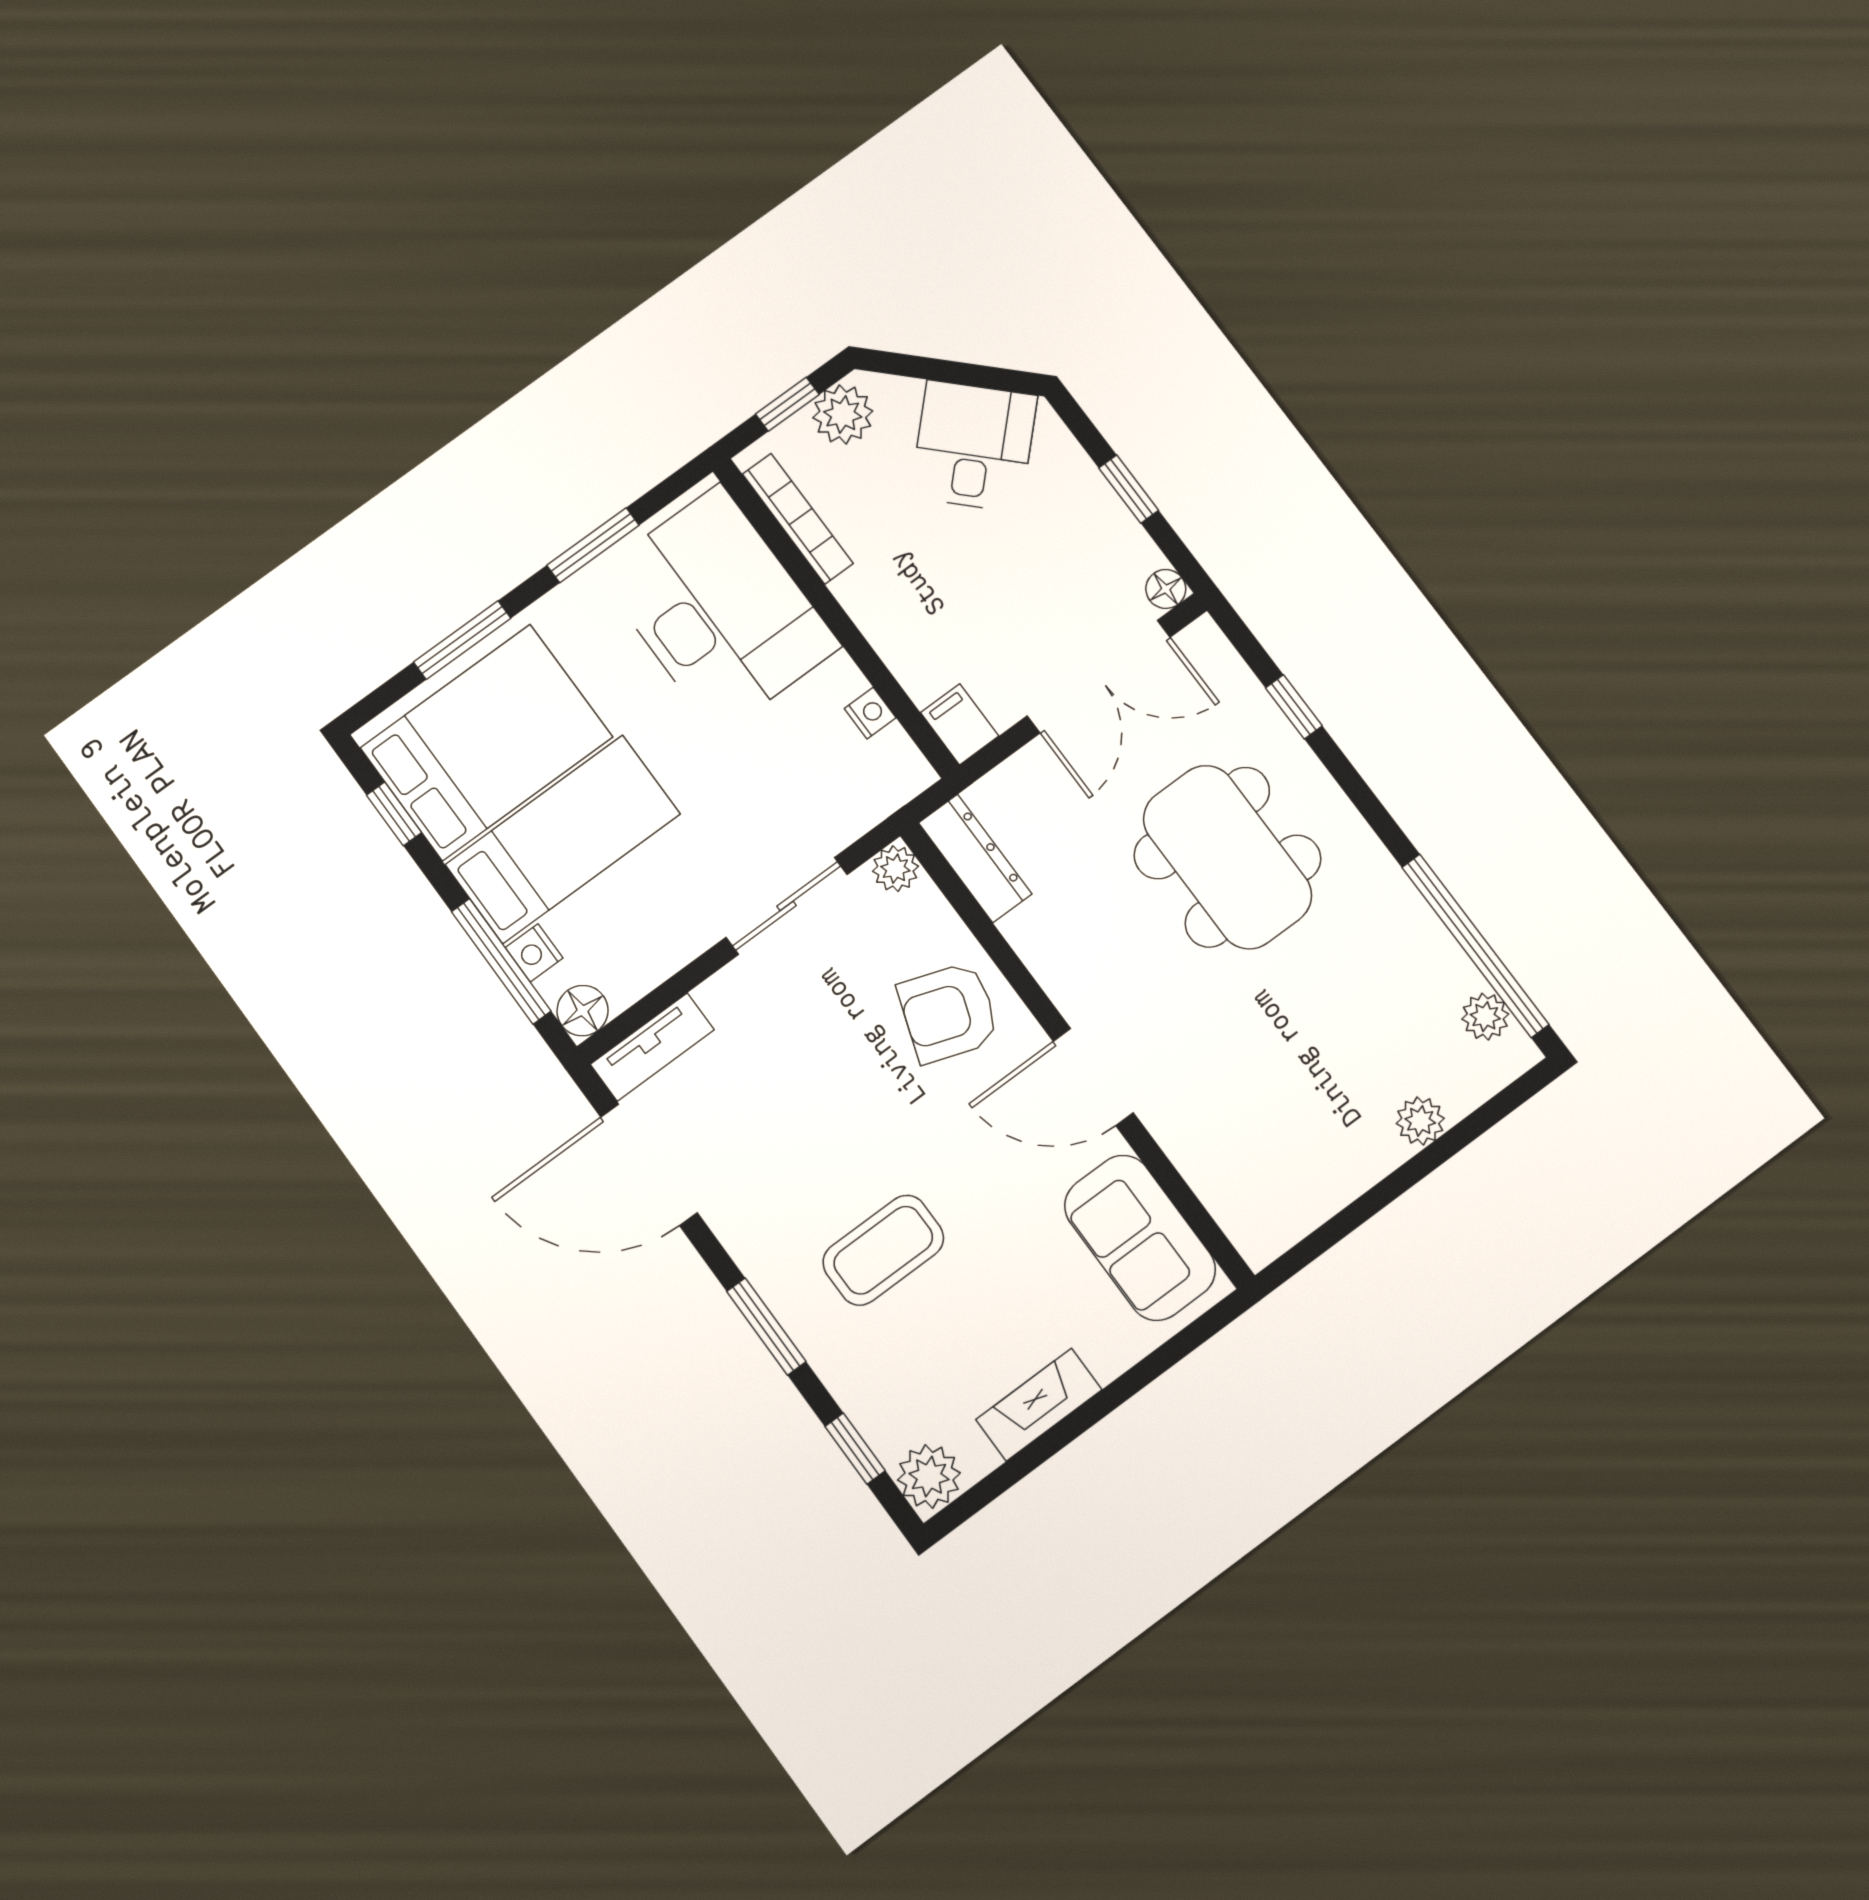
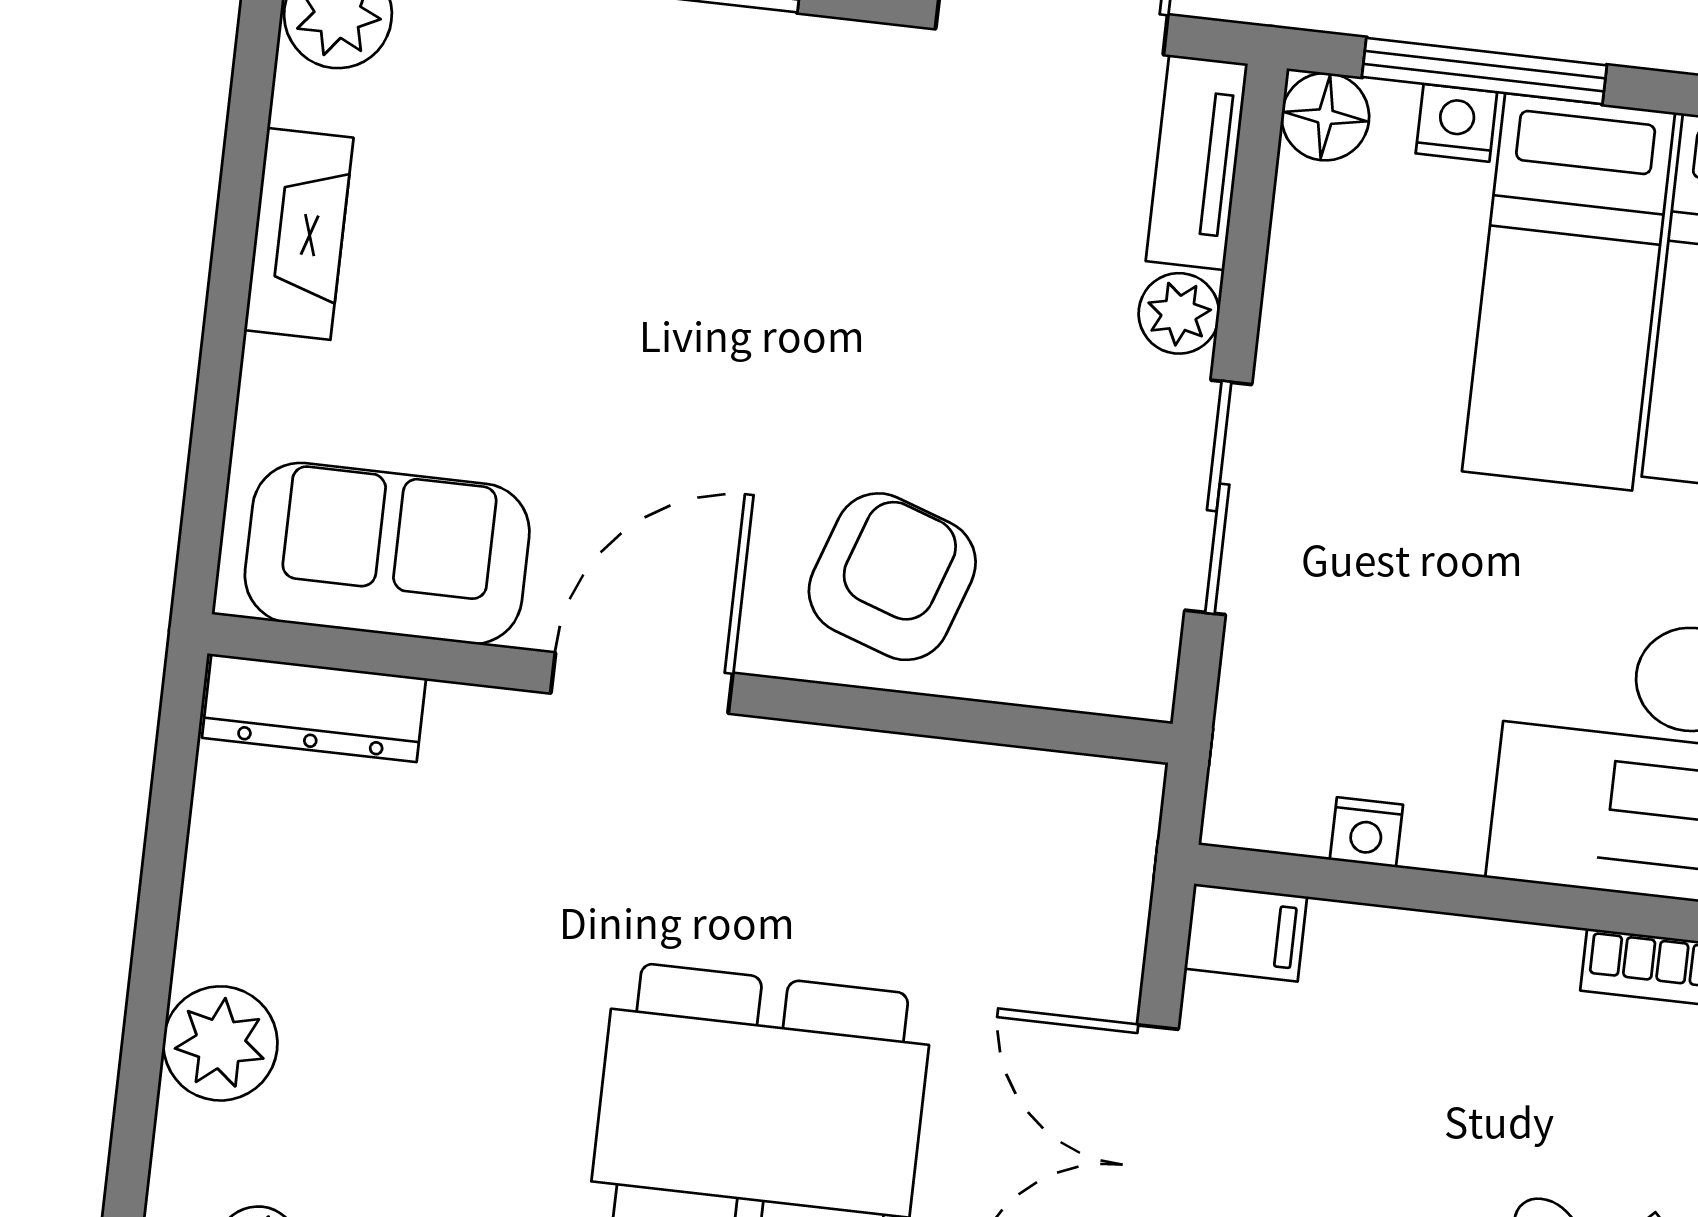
dresser: (975, 858) -> (314, 708), moved
plant: (895, 869) -> (1179, 313), moved
plant: (1420, 1121) -> (220, 1043), width x1.38, depth x1.38
coffee table: (883, 1250) -> (671, 217), removed

